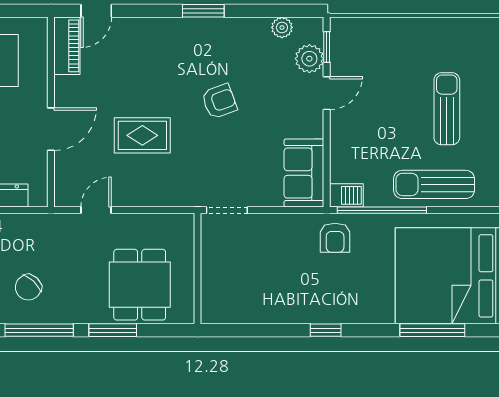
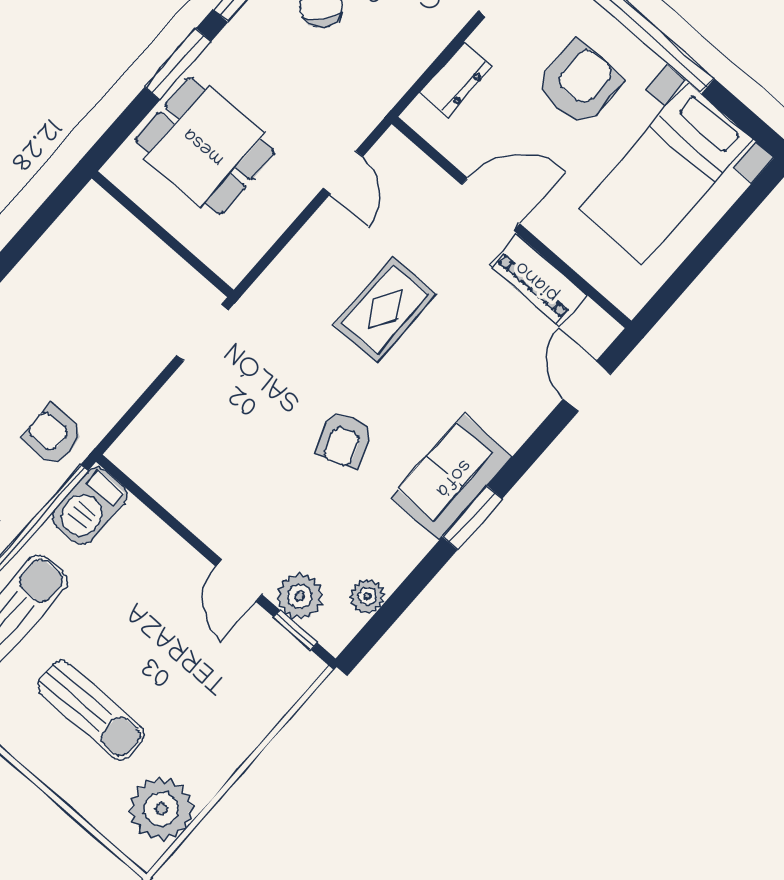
plant: (464, 37) -> (161, 809), added
piano: (67, 46) -> (538, 280), moved
door: (51, 129) -> (491, 204), swing flipped
sofa: (304, 173) -> (452, 477), moved, turned -90
barbecue: (346, 195) -> (90, 506), width x1.38, depth x1.27

